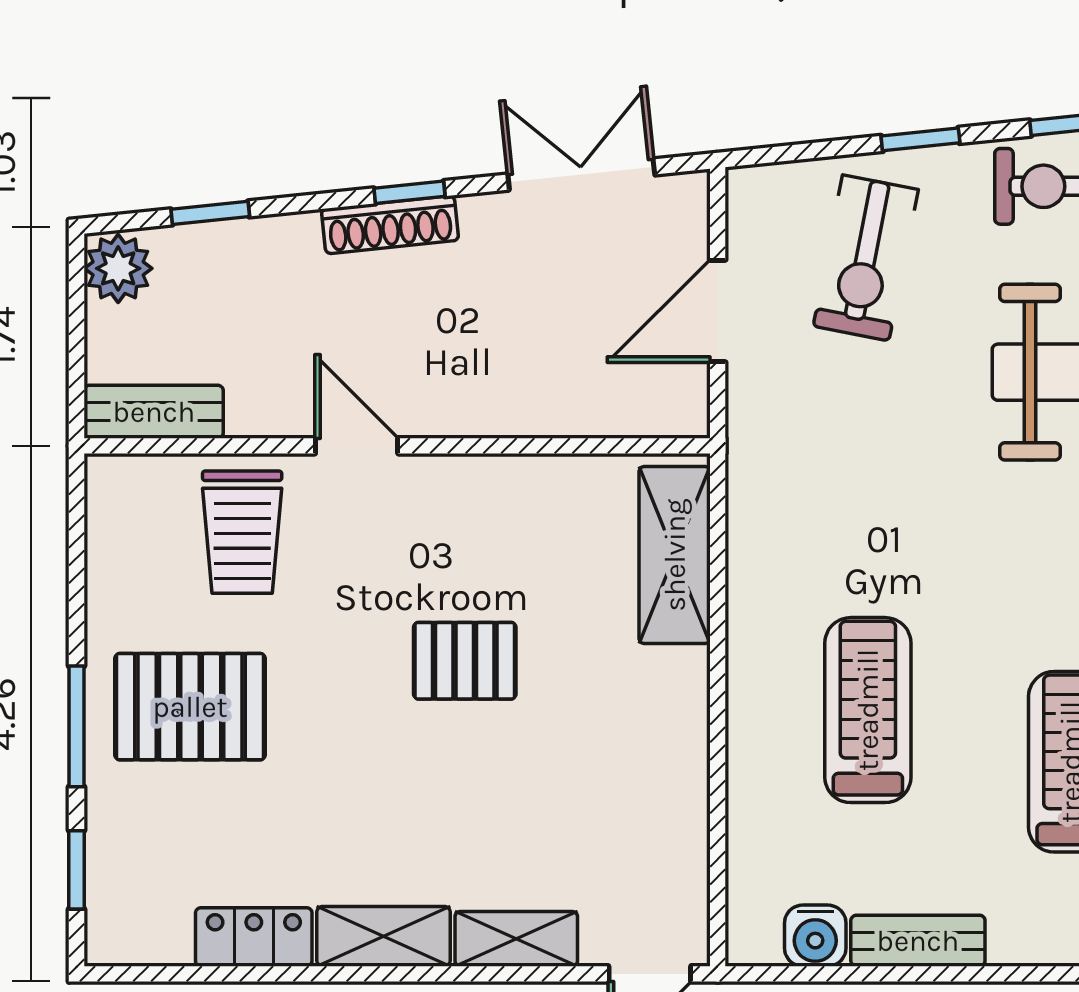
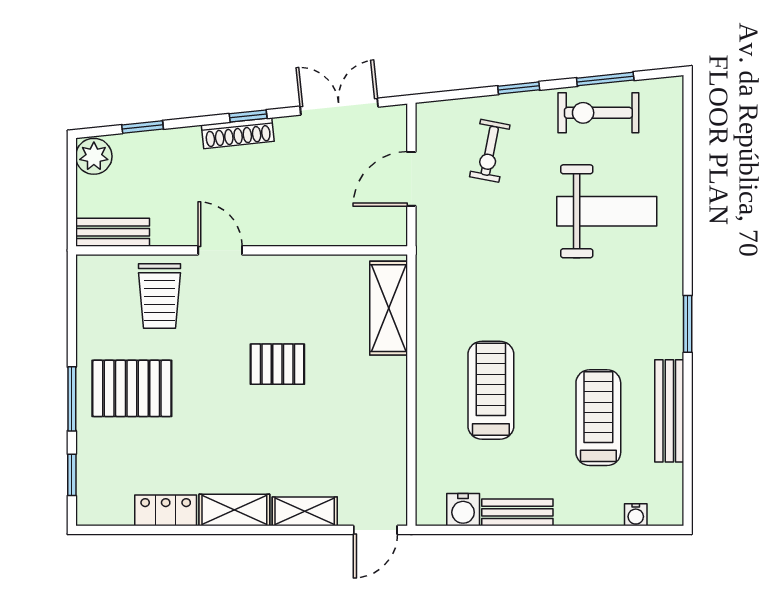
exercise bike: (866, 258) -> (490, 151), width x0.73, depth x0.72

